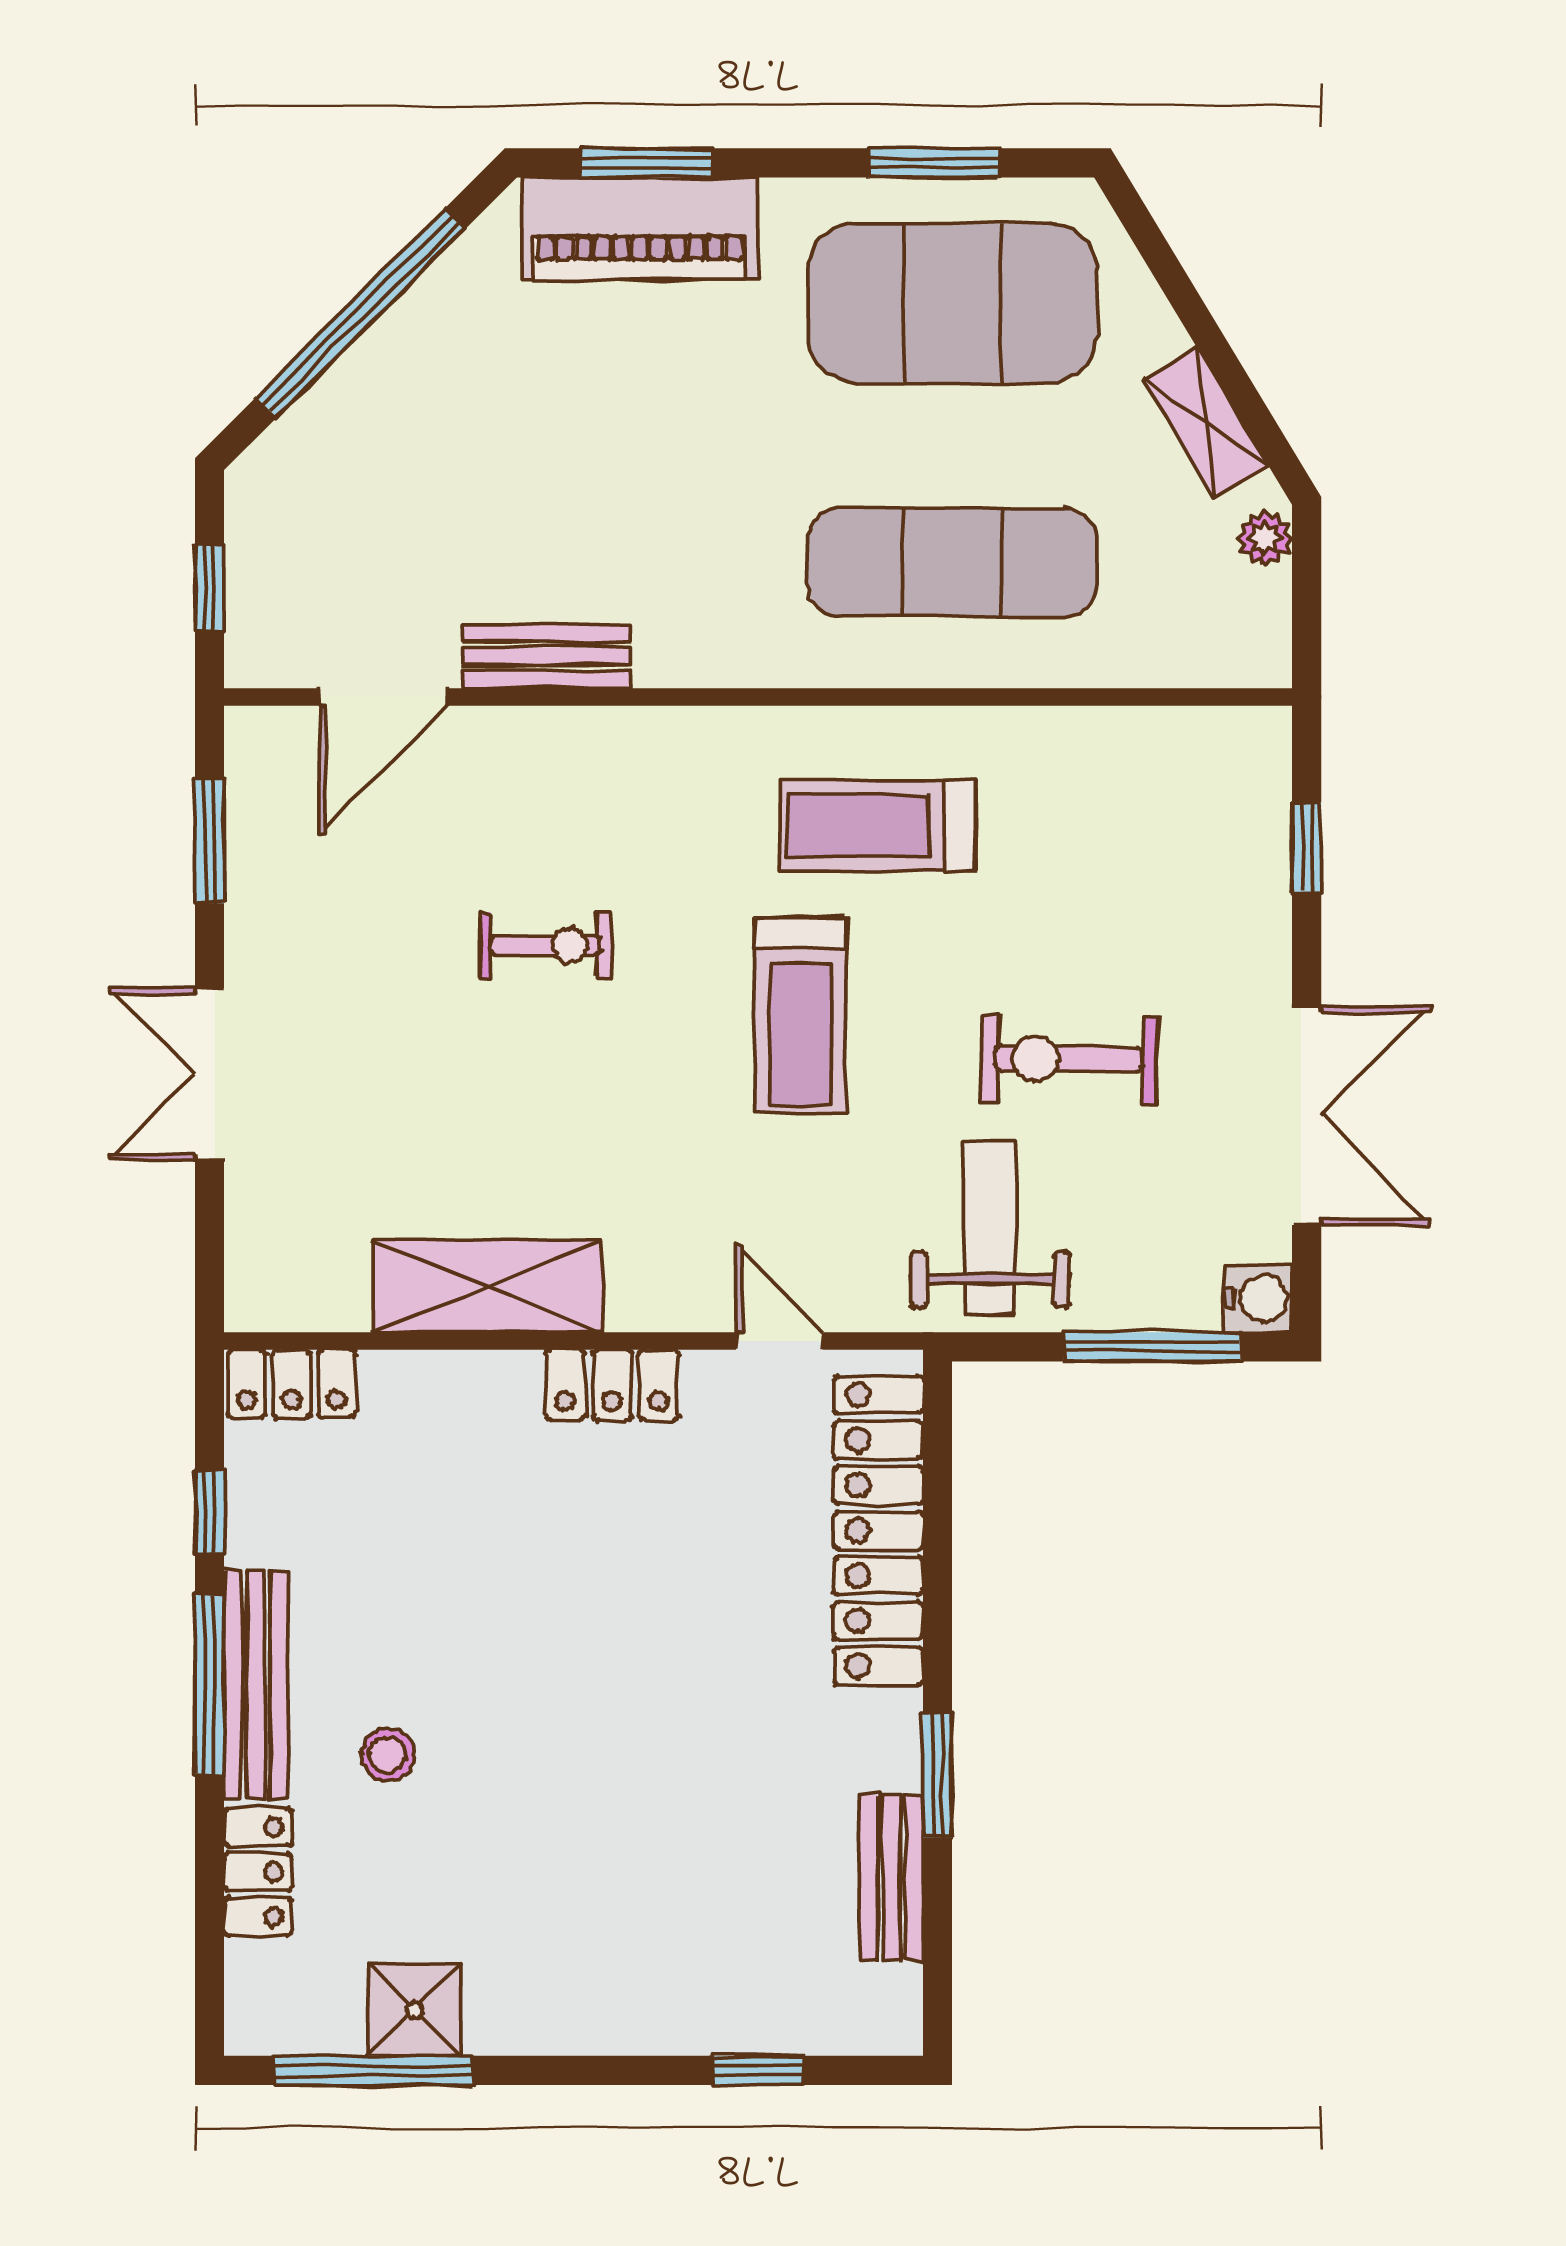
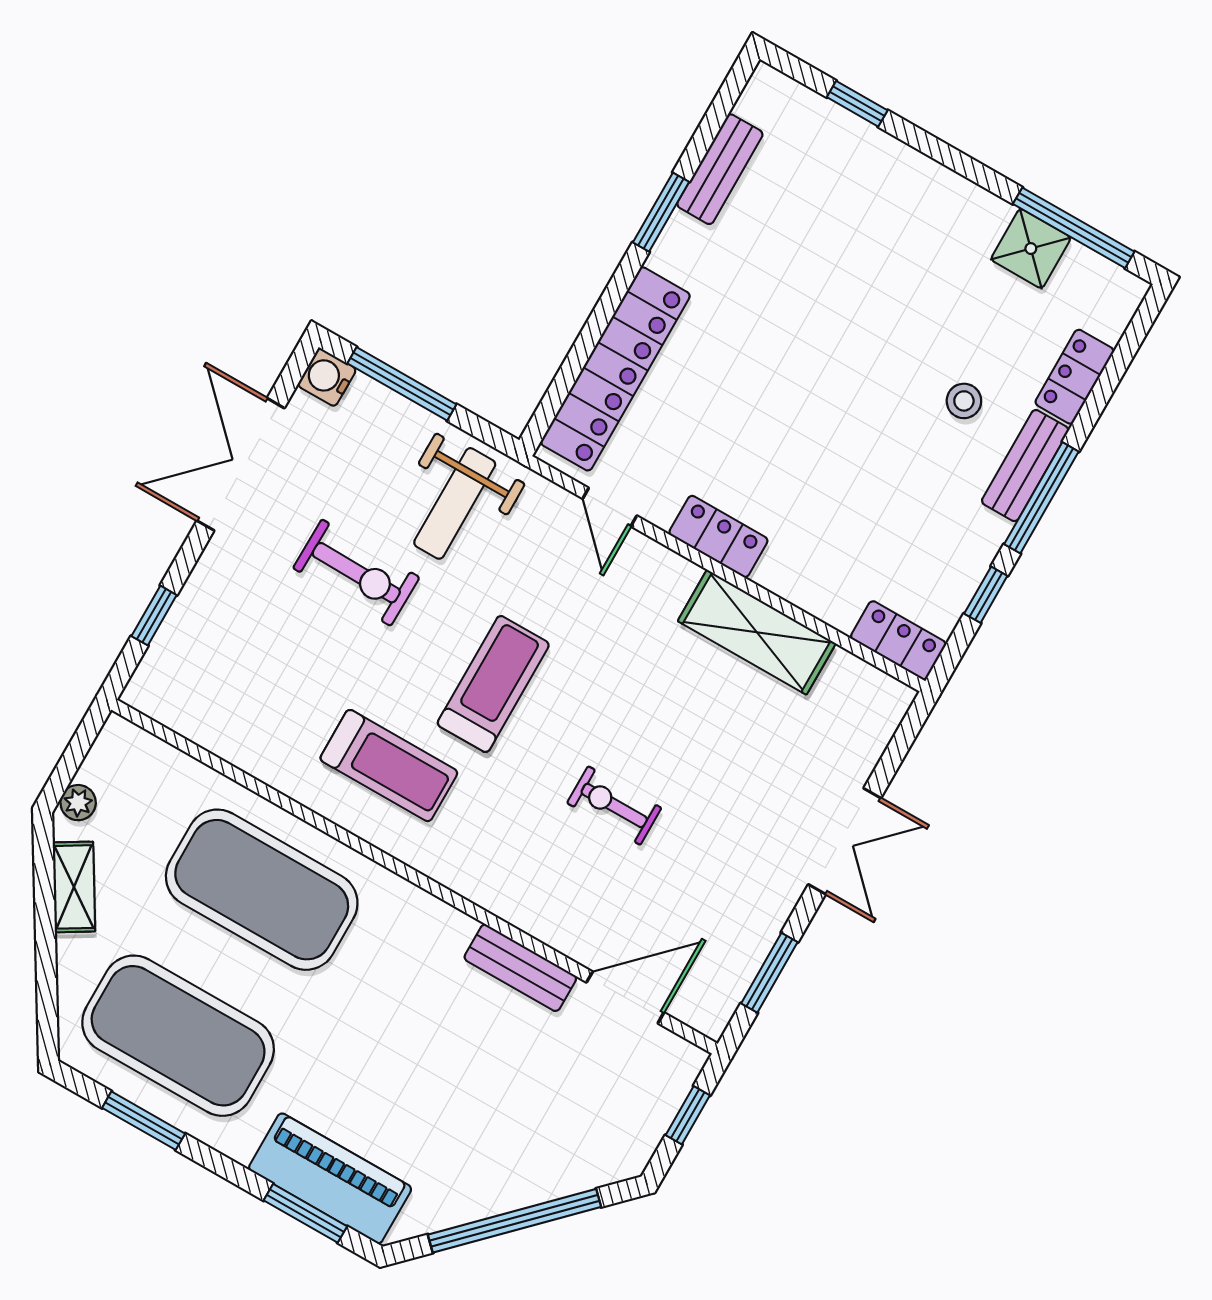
exercise mat: (952, 563) -> (262, 890), width x1.47
bench: (256, 1685) -> (1025, 466), width x0.73

